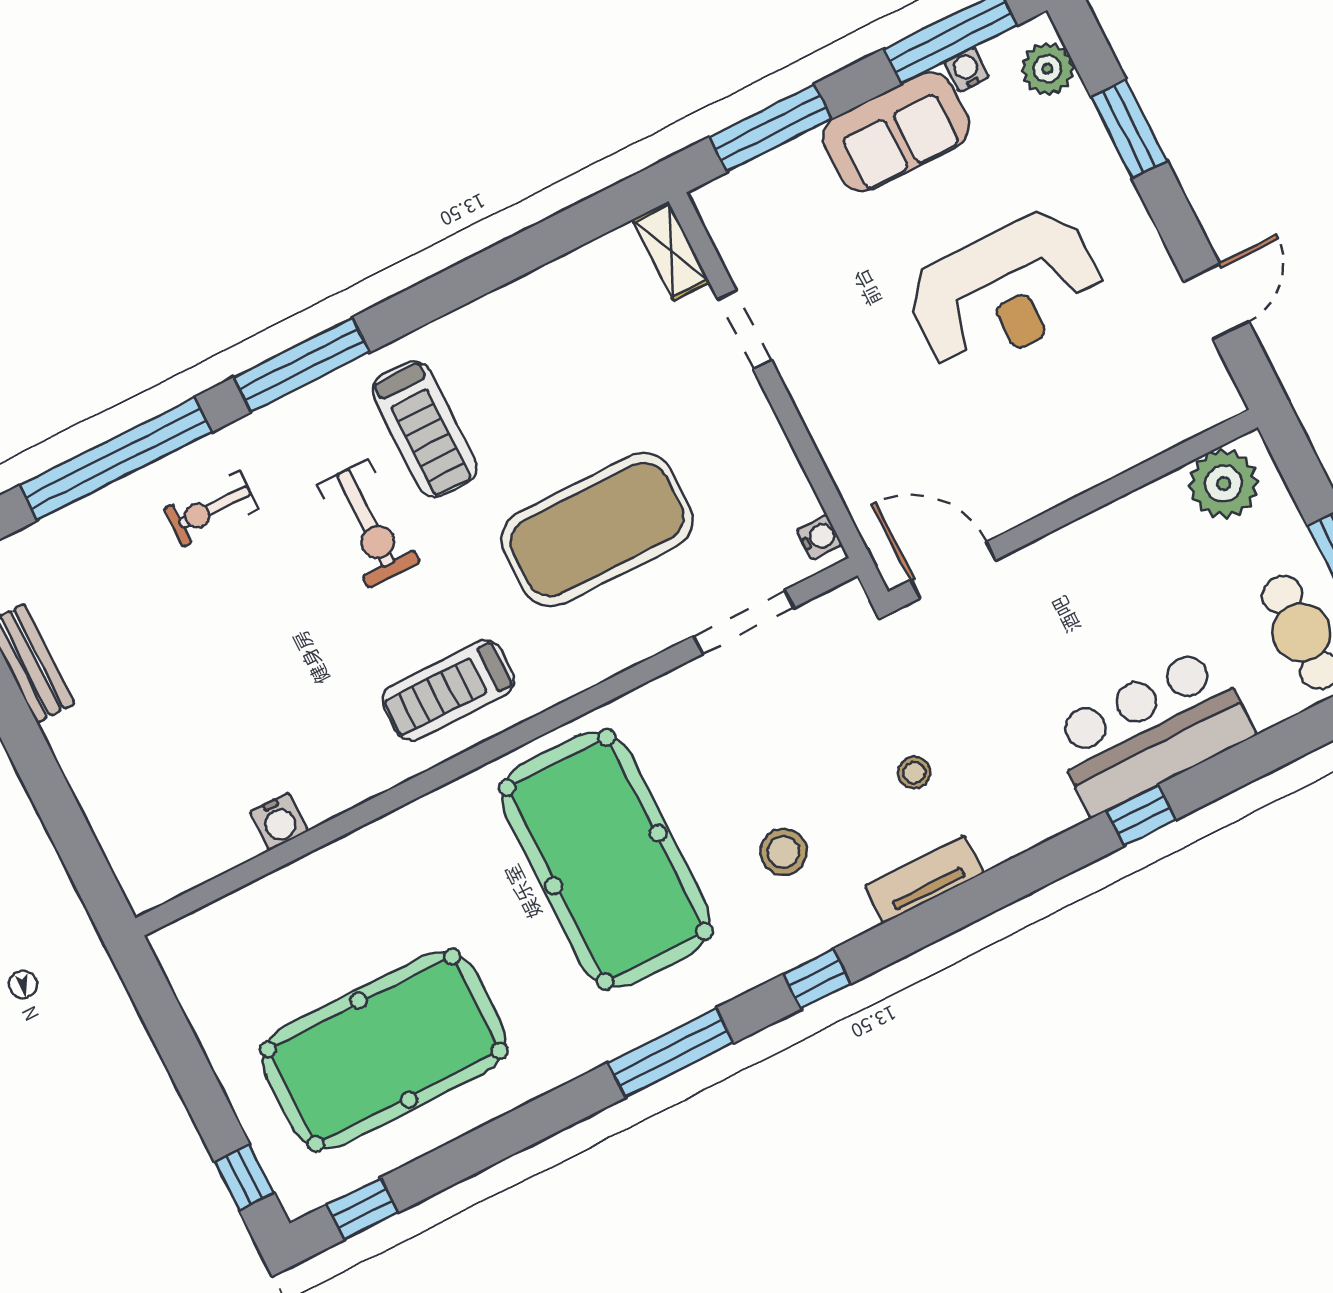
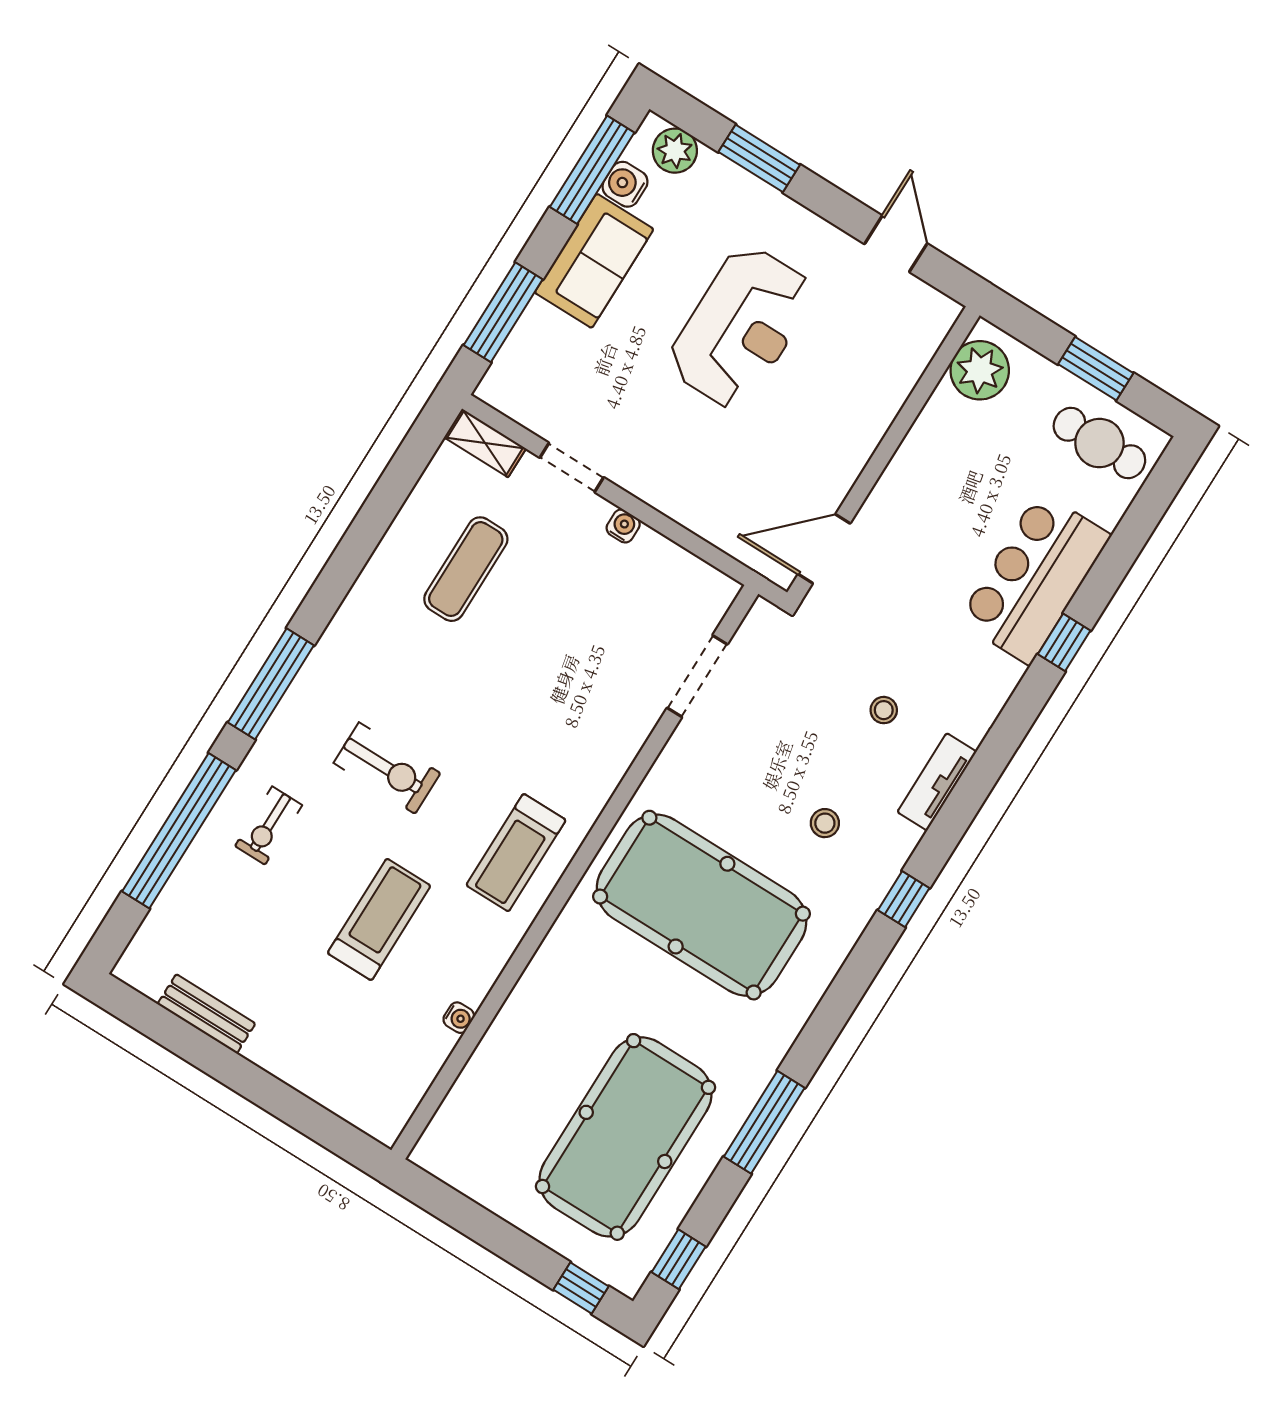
water cooler: (967, 69) -> (625, 184), width x1.38, depth x1.38
treadmill: (424, 429) -> (379, 919), moved, turned -90
exercise mat: (597, 530) -> (466, 569), moved, width x0.50, depth x0.69
water cooler: (819, 537) -> (623, 526), moved
water cooler: (279, 821) -> (459, 1018), width x0.72, depth x0.72
stool: (783, 852) -> (825, 823), width x0.73, depth x0.73
window: (671, 1053) -> (764, 1122), moved

